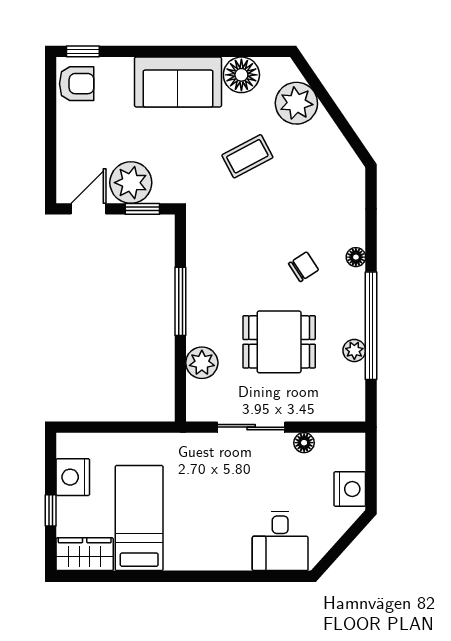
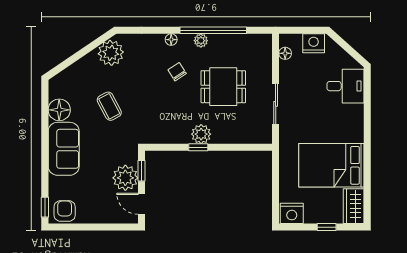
plant: (296, 103) -> (111, 53), moved
window: (180, 301) -> (198, 147), width x0.46
dining table: (279, 342) -> (223, 87), turned 90
plant: (354, 350) -> (201, 41), moved
plant: (202, 363) -> (201, 134), moved
floor lamp: (304, 443) -> (285, 53), moved
nightstand: (73, 477) -> (292, 213), moved
bed: (139, 518) -> (331, 165), width x1.50

